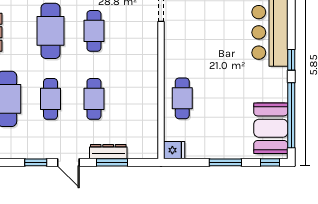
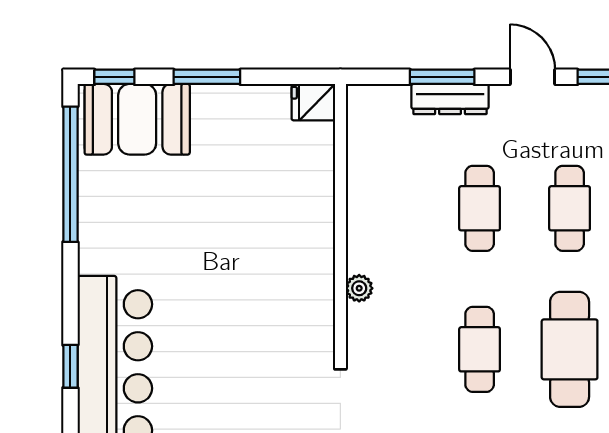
plant: (152, 60) -> (359, 288), added
window: (291, 60) -> (70, 366), moved
cafe table: (182, 98) -> (296, 210), removed
booth: (271, 128) -> (137, 119), moved, turned 90

